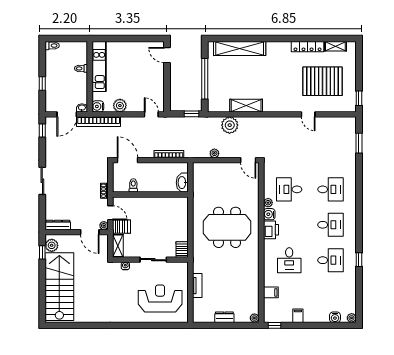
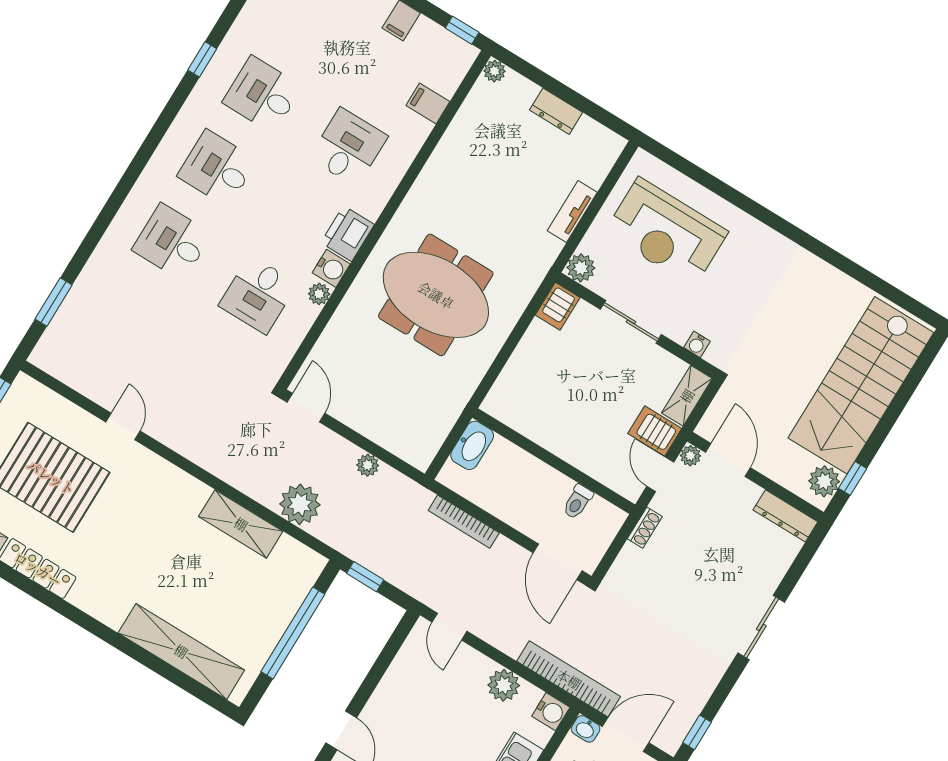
desk: (289, 189) -> (258, 295), turned 90
plant: (182, 268) -> (581, 268), added

